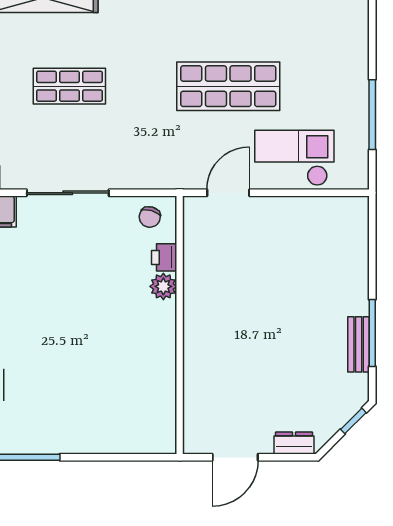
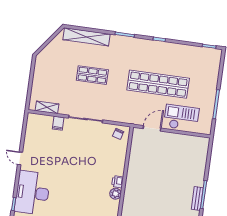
shop shelf: (228, 86) -> (158, 84), width x1.40
printer: (164, 257) -> (118, 182), moved
plant: (163, 286) -> (115, 194), moved

